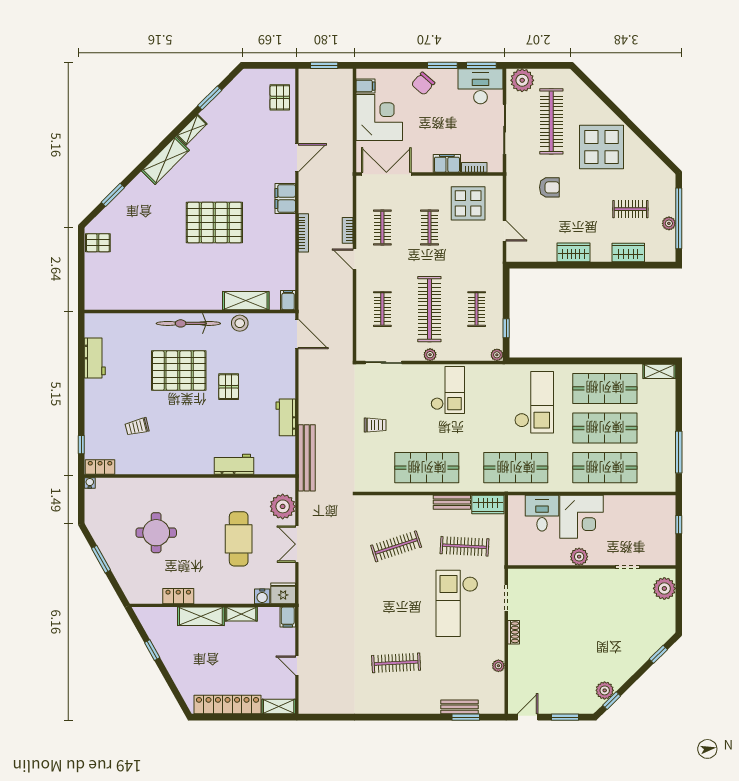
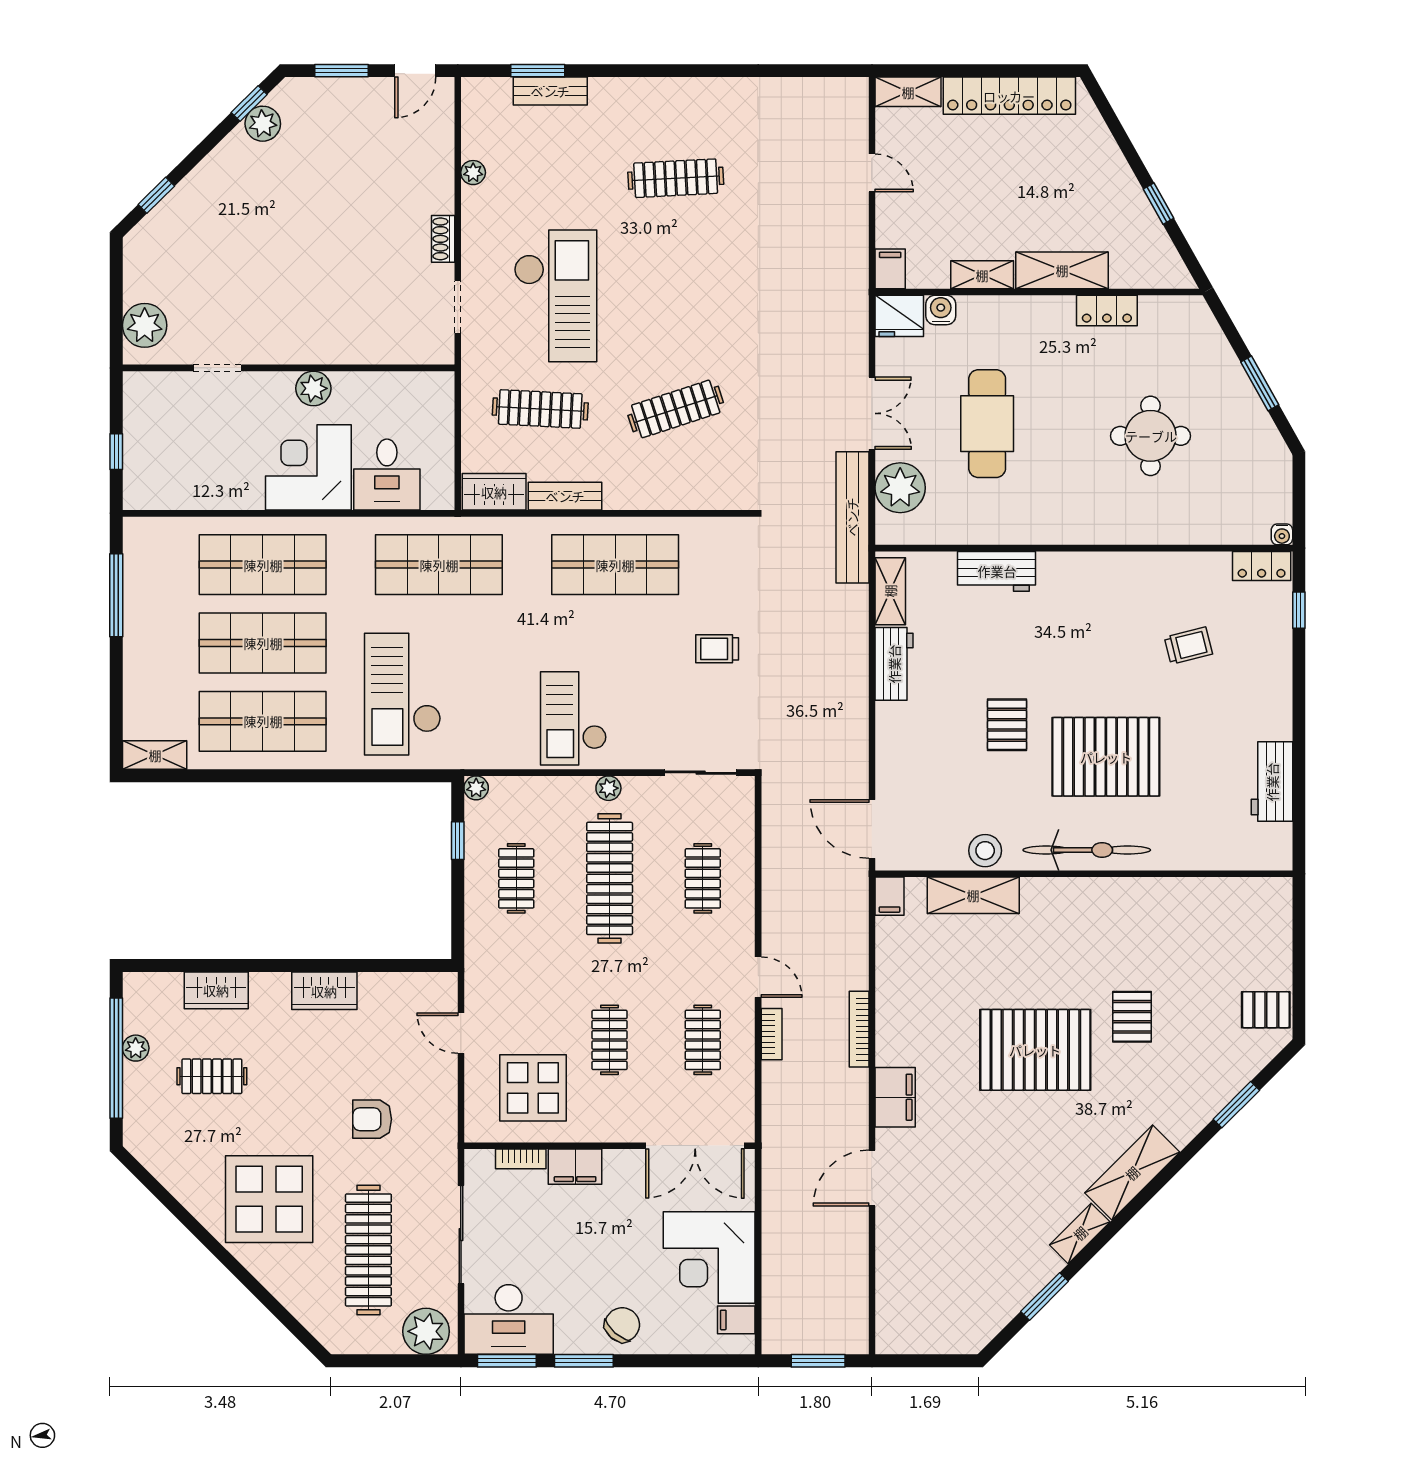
pallet: (280, 97) -> (1132, 1017), moved
shelving: (288, 454) -> (890, 591), added
bench: (307, 458) -> (852, 517), moved

